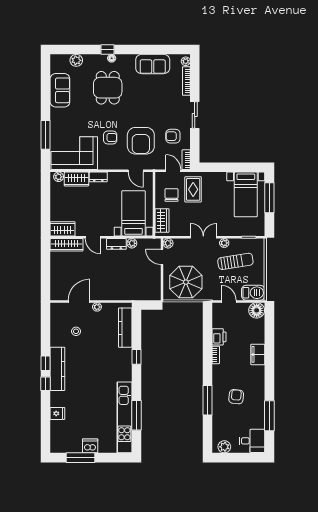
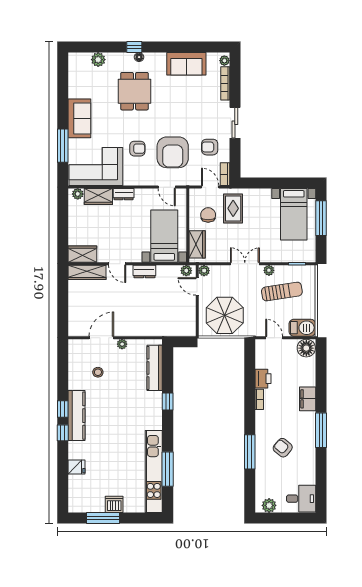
sofa: (60, 90) -> (79, 118), moved
plant: (132, 243) -> (186, 271), moved
armchair: (236, 397) -> (283, 448), turned -56
window: (269, 416) -> (321, 430), moved

